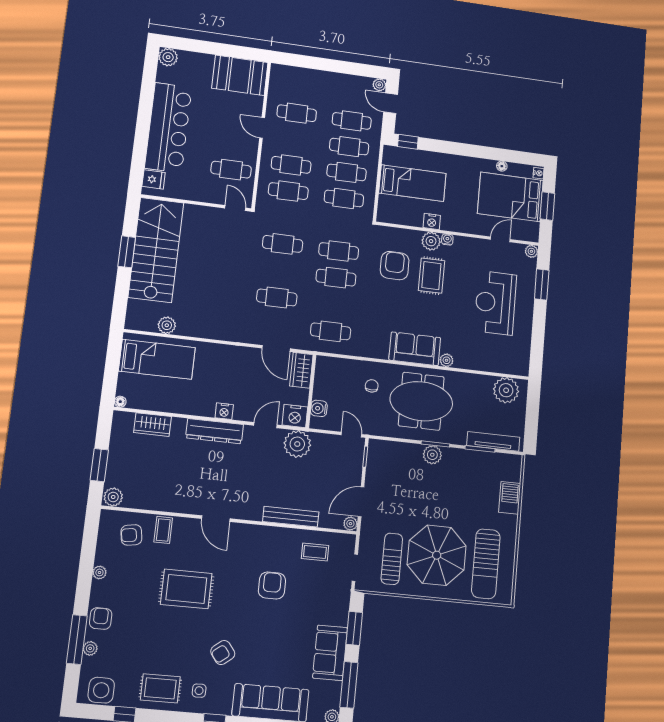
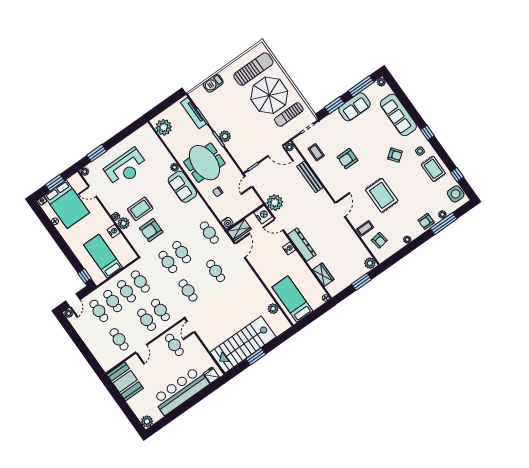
water cooler: (319, 408) -> (227, 223), moved

